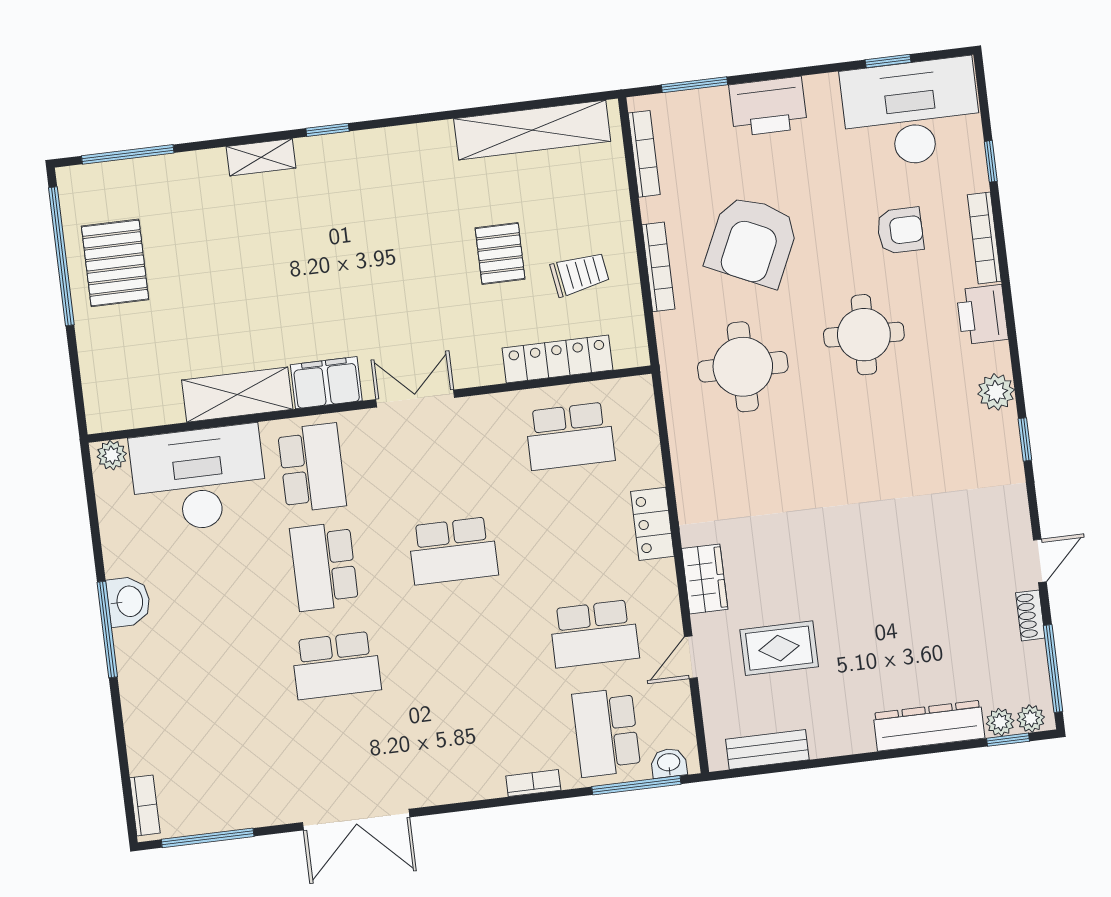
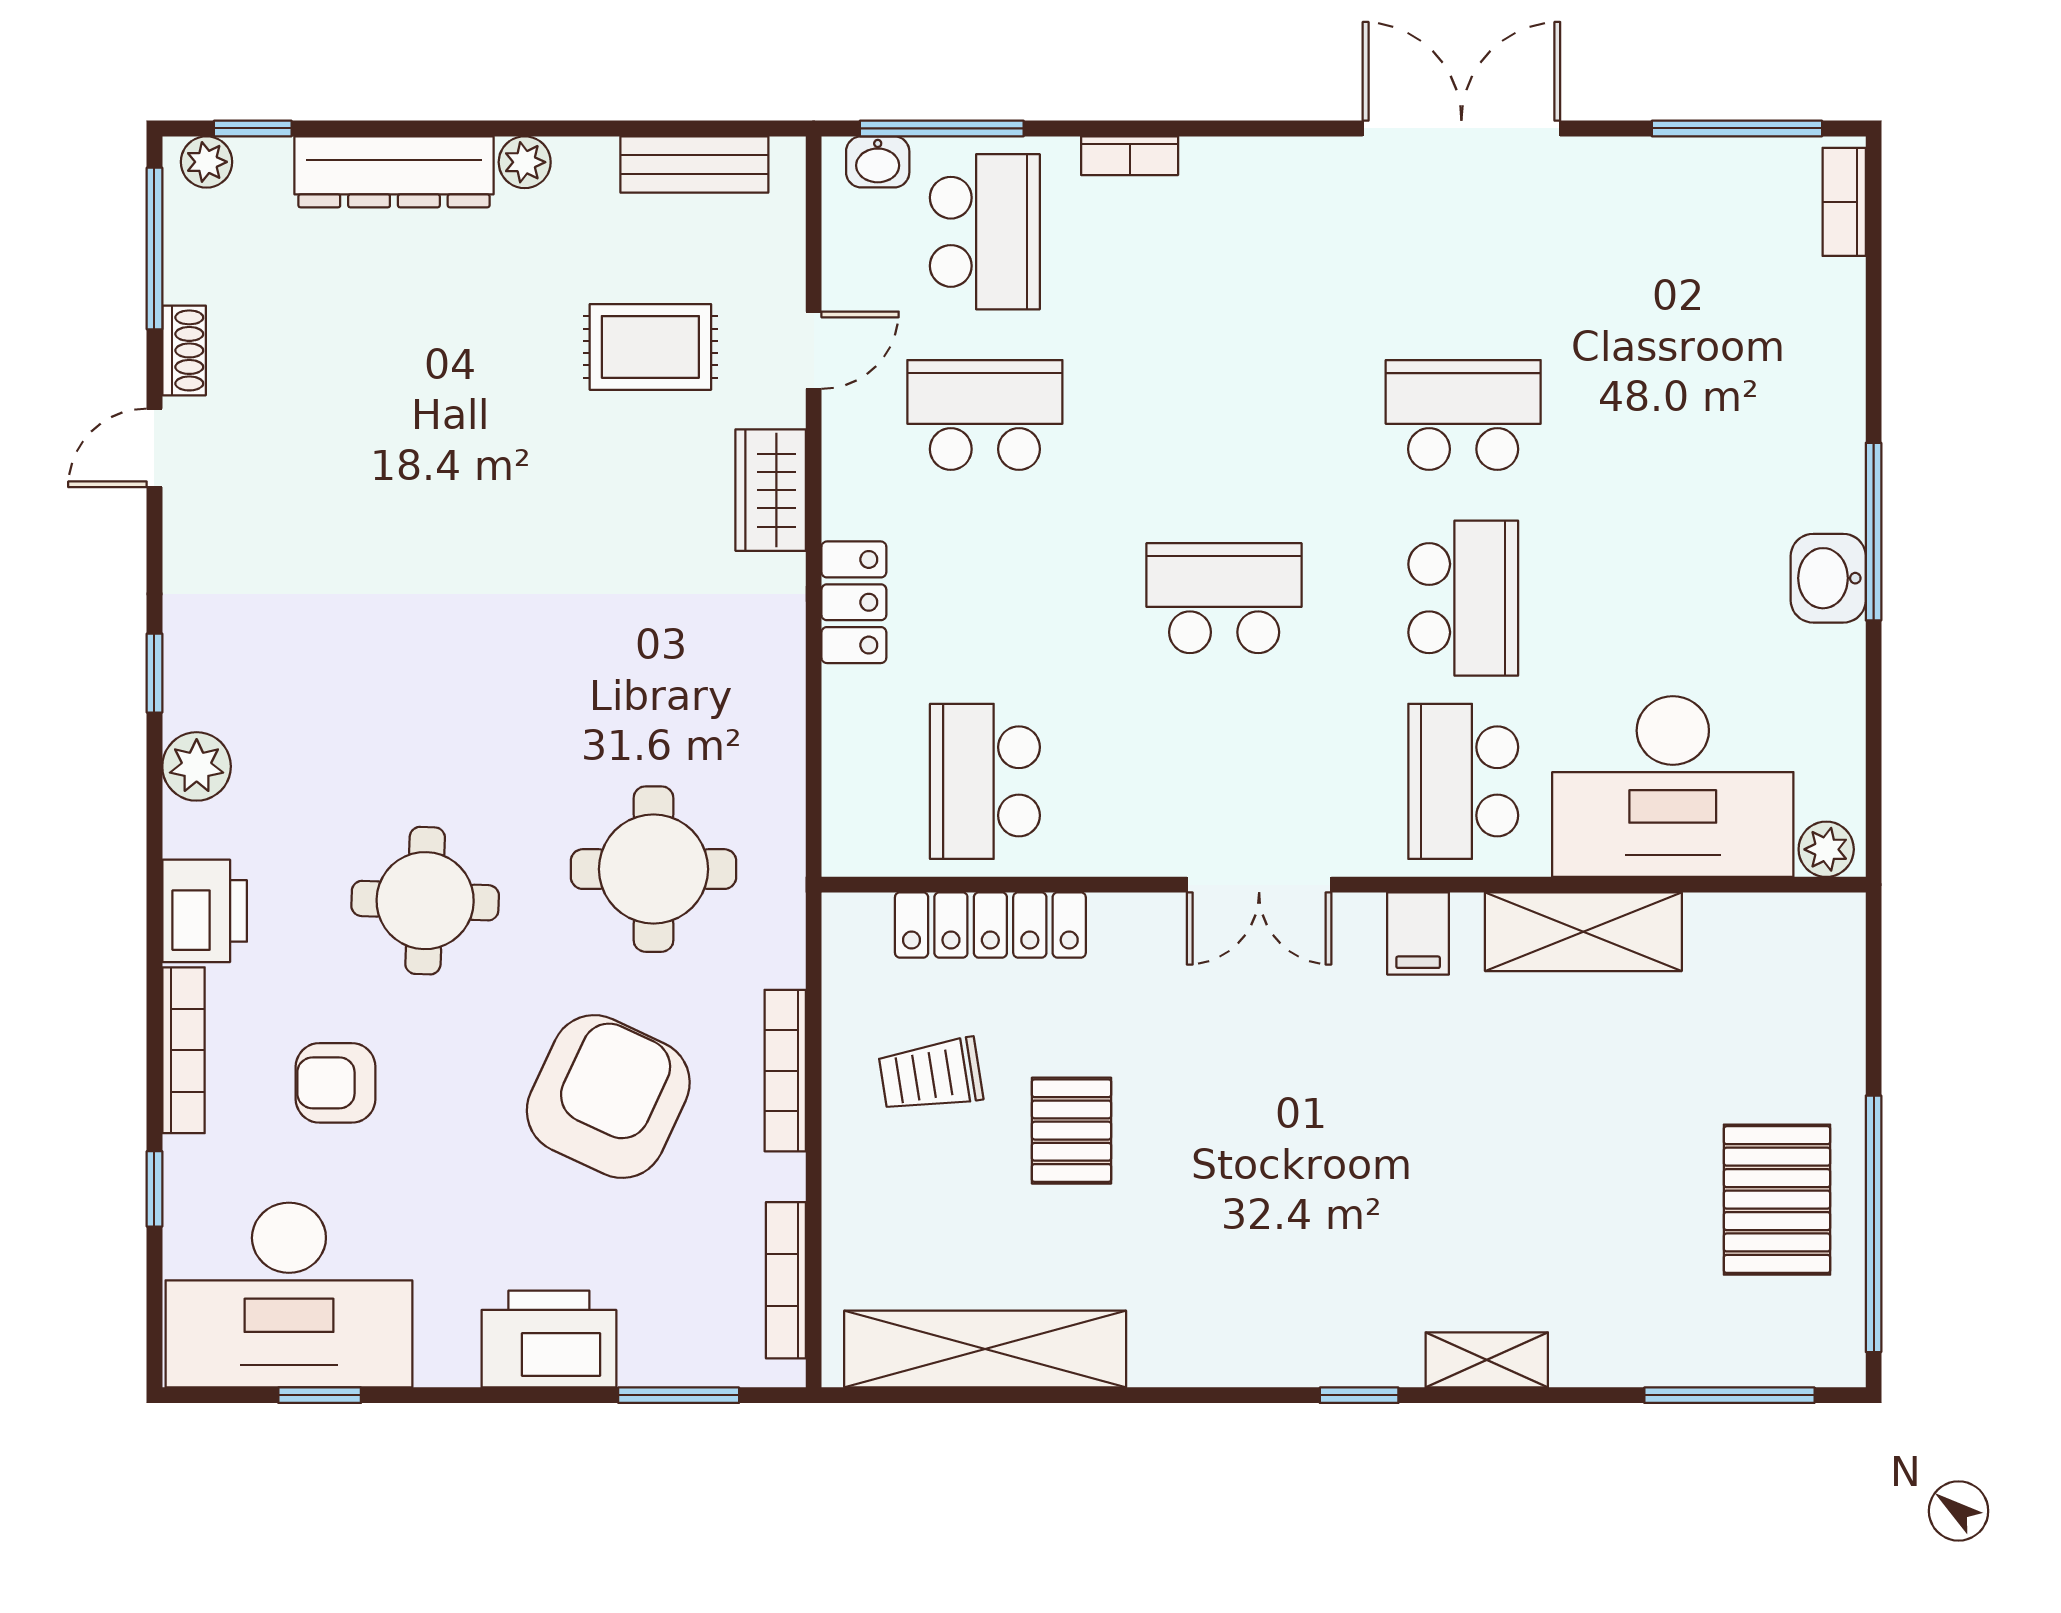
filing cabinet: (326, 383) -> (1418, 933), width x0.50
school desk: (570, 436) -> (985, 781), turned -90
plant: (1000, 722) -> (525, 162), moved

